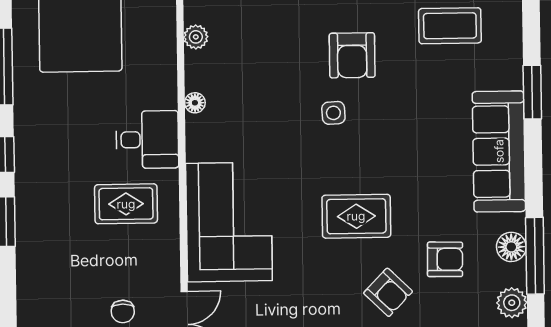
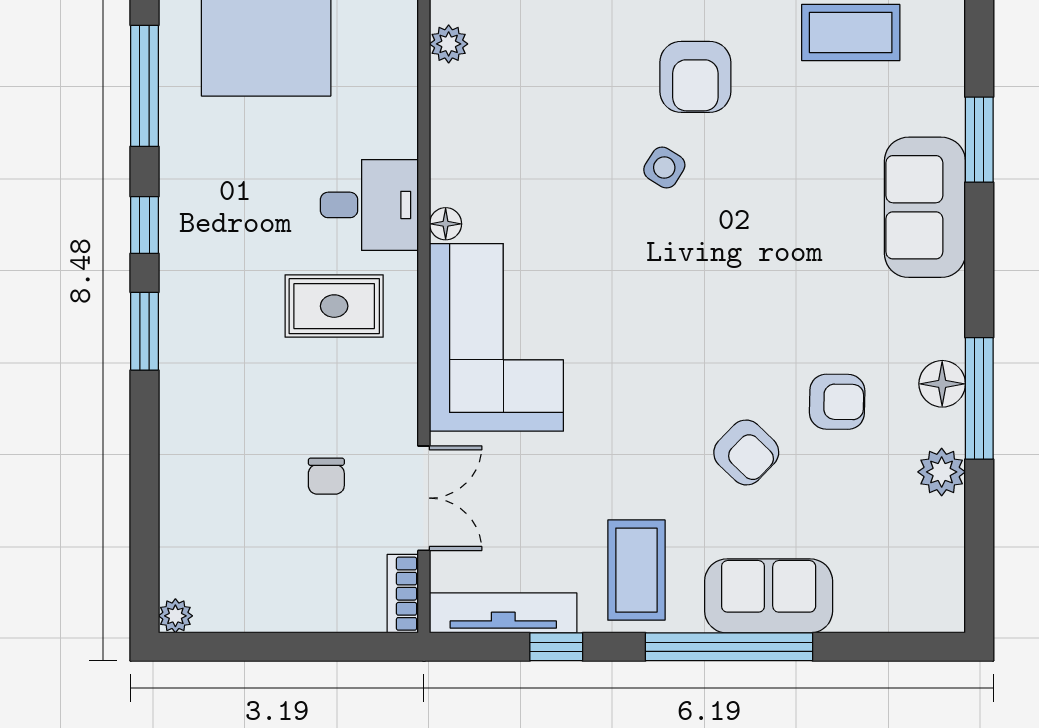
floor lamp: (195, 103) -> (446, 224), moved
side table: (333, 113) -> (664, 168), turned 35
sofa: (499, 151) -> (925, 207), width x0.73
rug: (356, 216) -> (698, 331), removed

